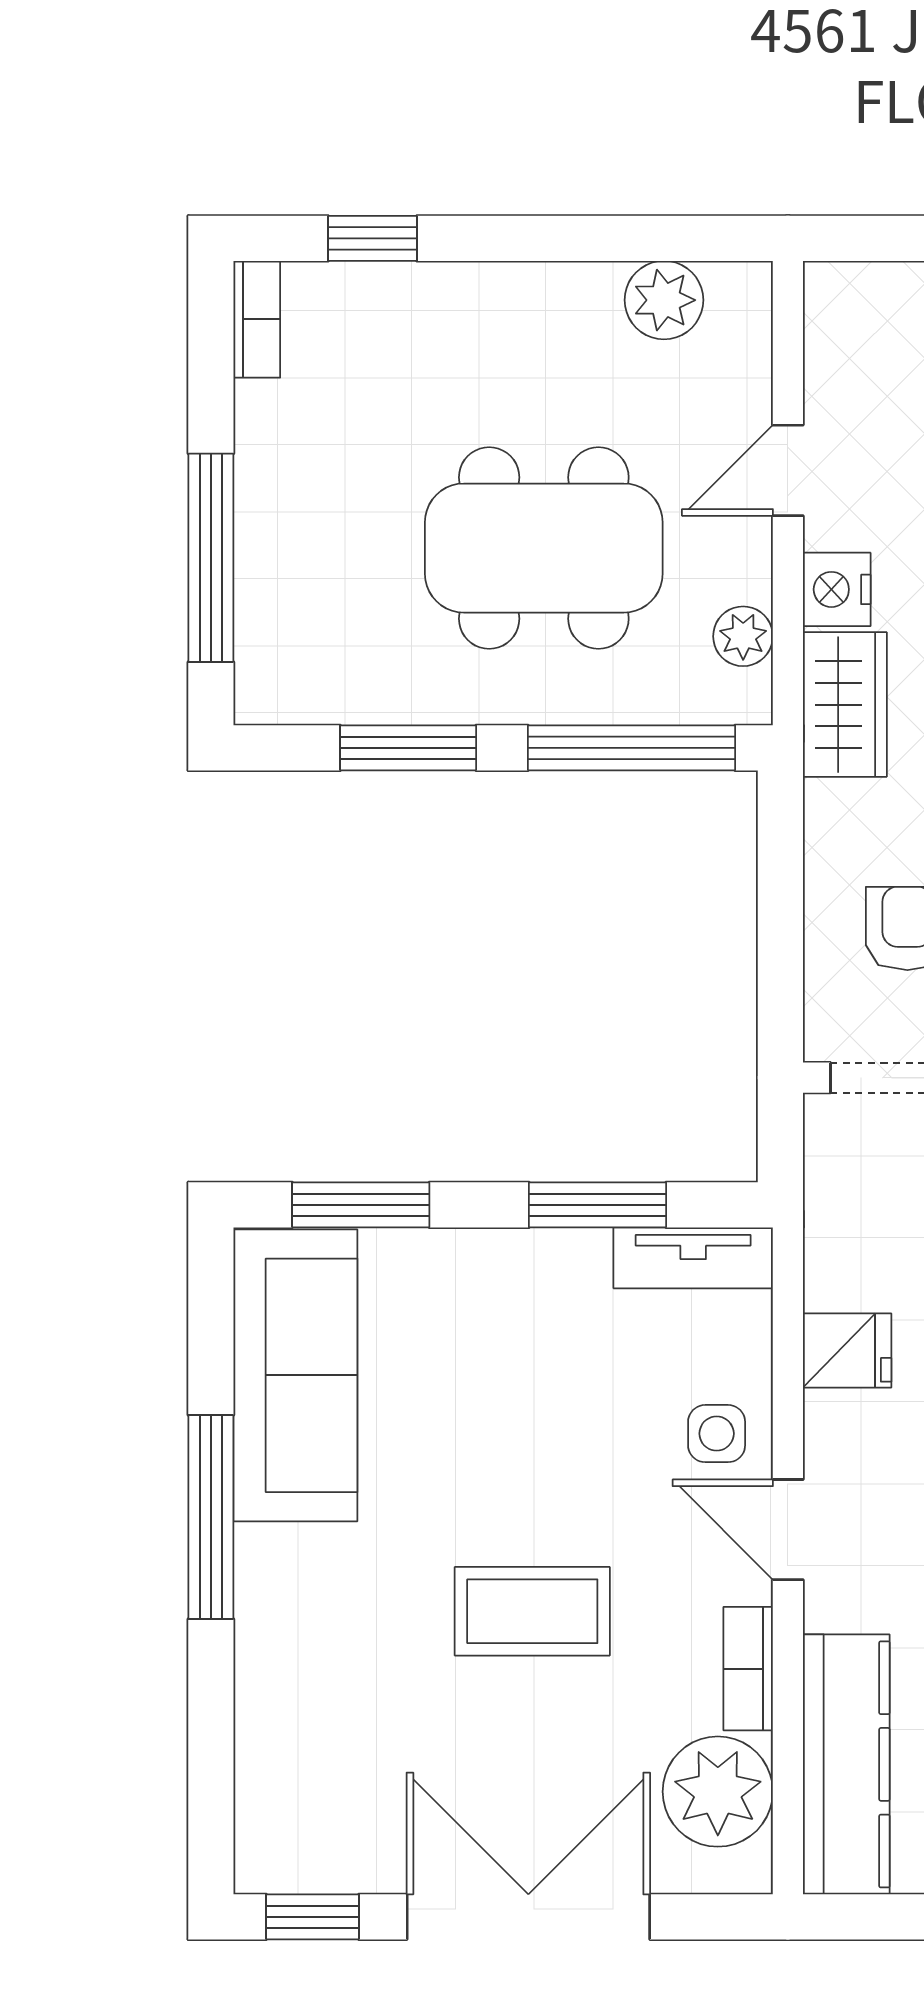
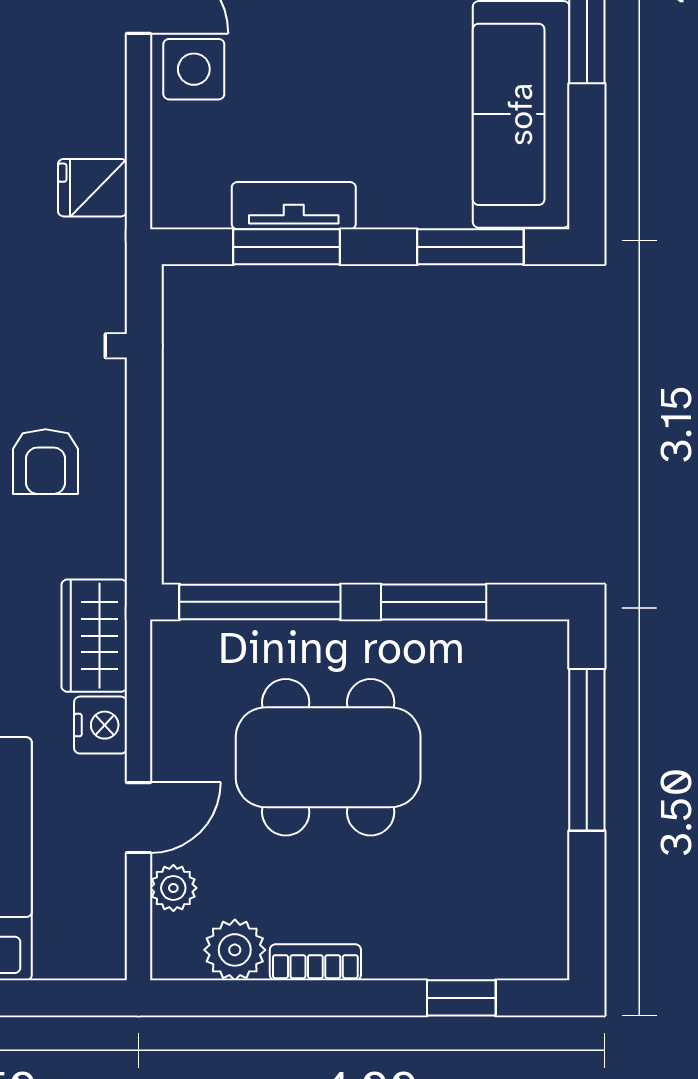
bookcase: (257, 319) -> (315, 962), moved, turned 90
plant: (743, 636) -> (173, 888), moved
tv unit: (693, 1258) -> (294, 206), moved
fridge: (847, 1351) -> (92, 188), moved
side table: (717, 1434) -> (194, 69), width x1.37, depth x1.37

